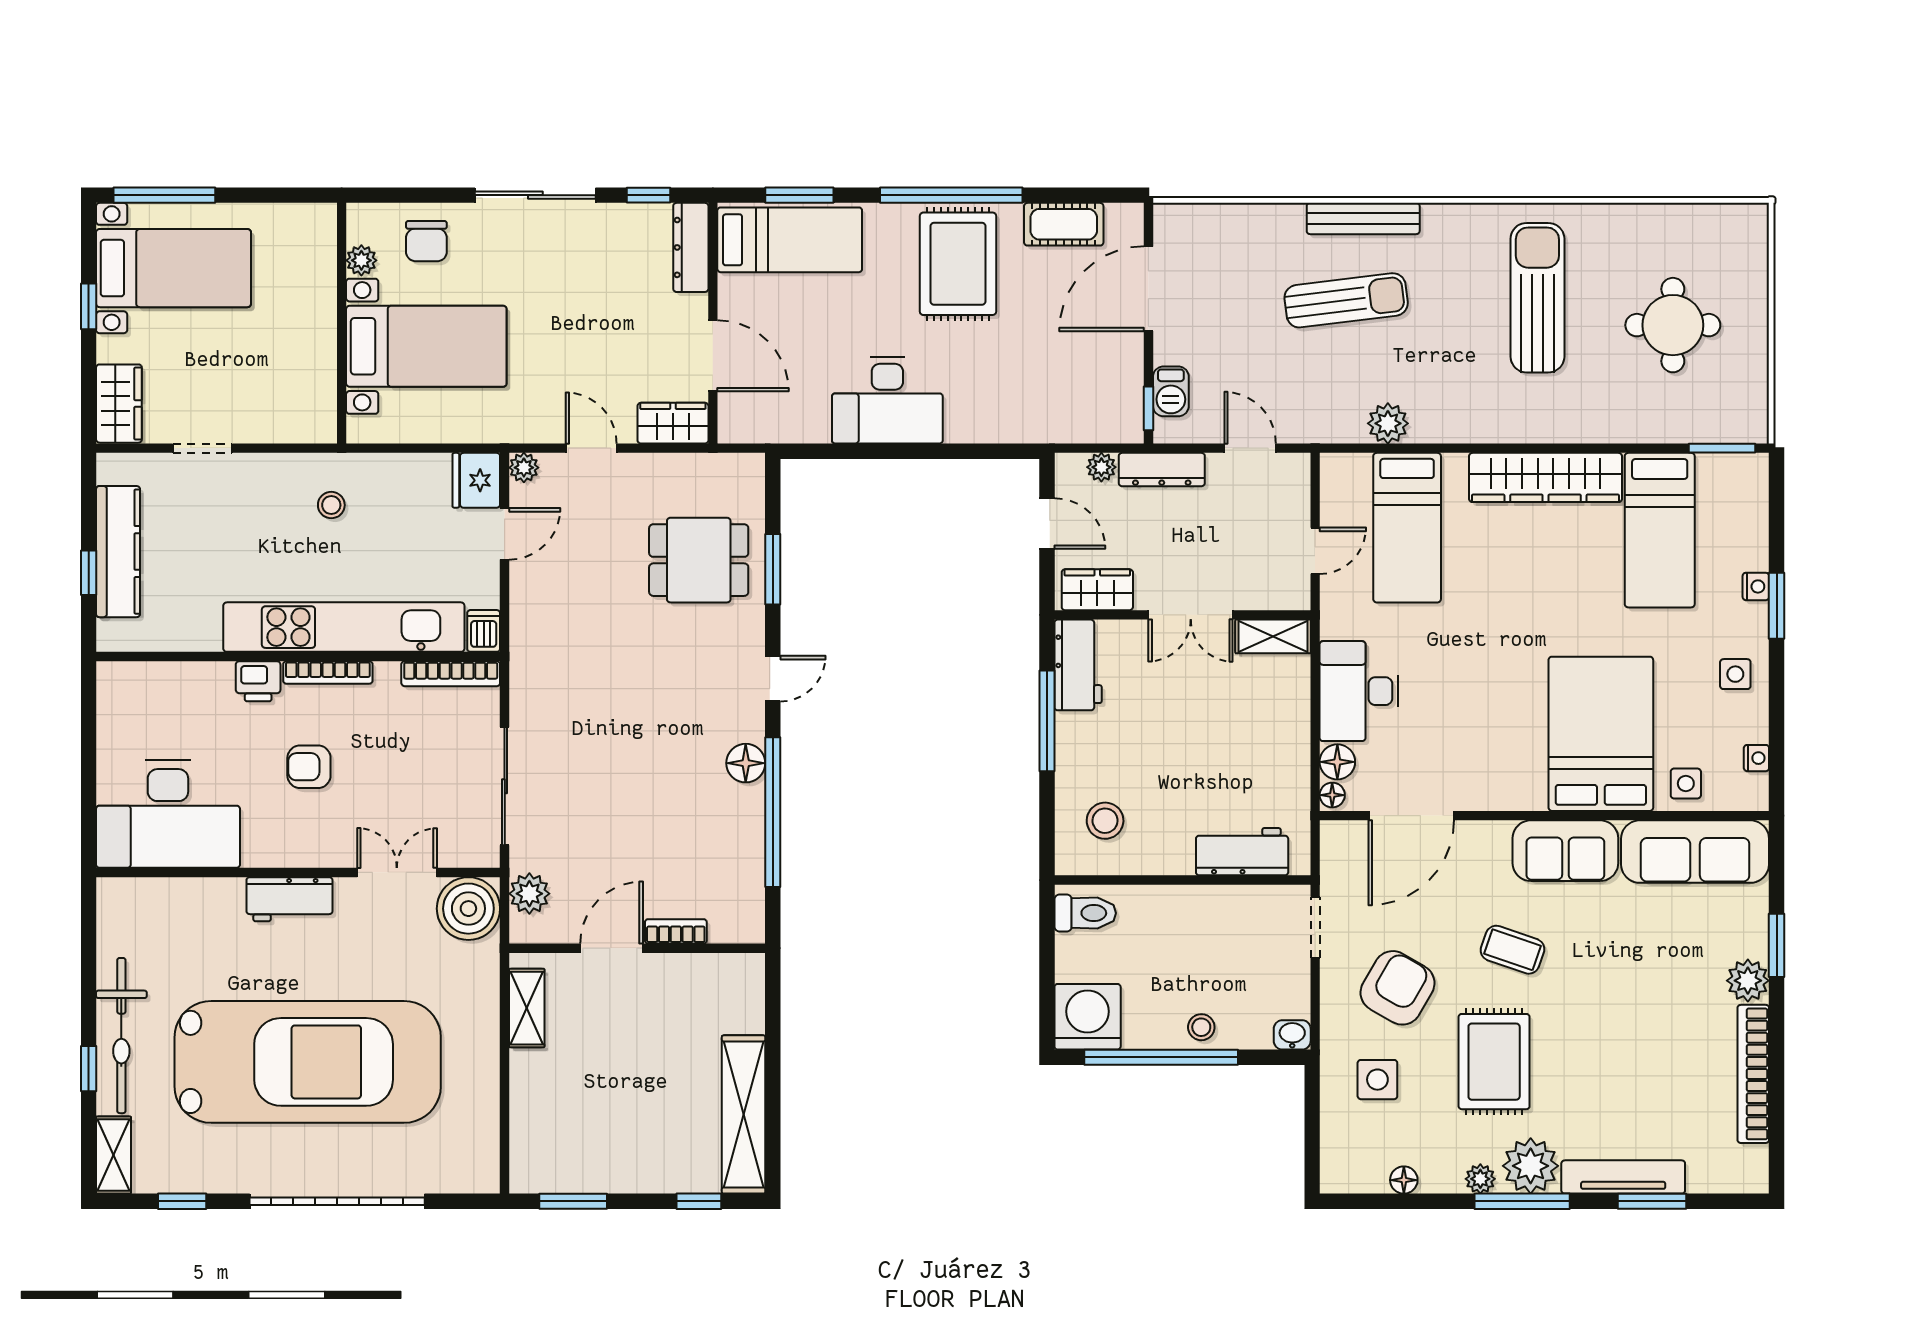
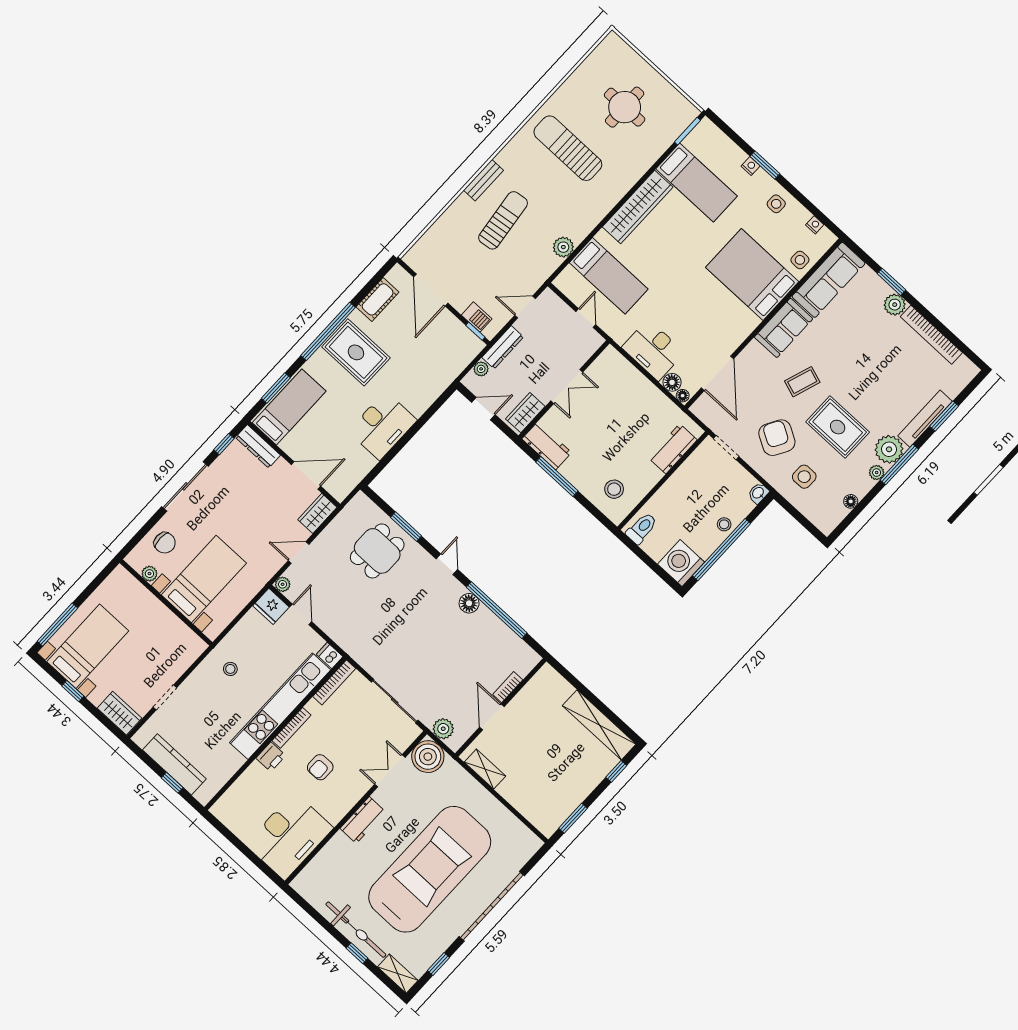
bench: (1363, 219) -> (484, 180), width x0.73
shelving: (1273, 636) -> (603, 363), removed

